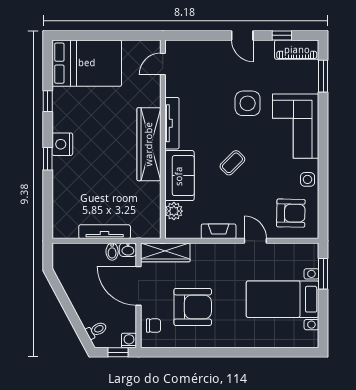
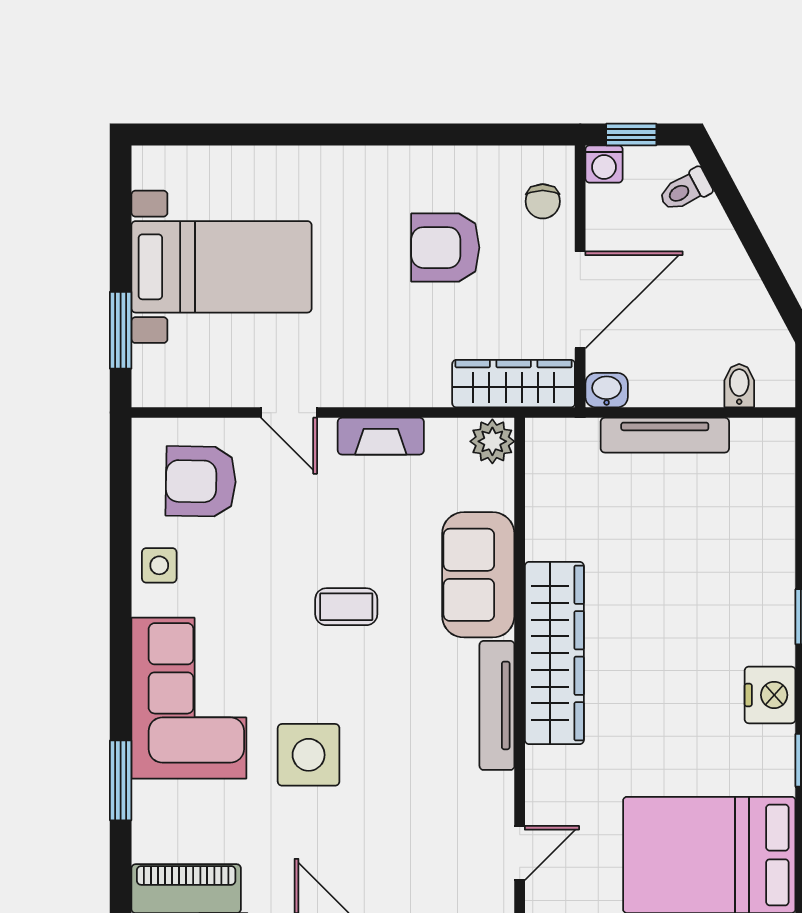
window: (323, 76) -> (121, 780), moved
nightstand: (62, 144) -> (770, 695), moved
coffee table: (232, 163) -> (346, 607), turned 45
plant: (174, 211) -> (492, 441), moved
bidet: (112, 252) -> (739, 386), moved
door: (139, 286) -> (580, 300), hinge flipped
armchair: (193, 307) -> (445, 248), width x0.73, depth x0.73
chair: (154, 326) -> (543, 201), turned -90

